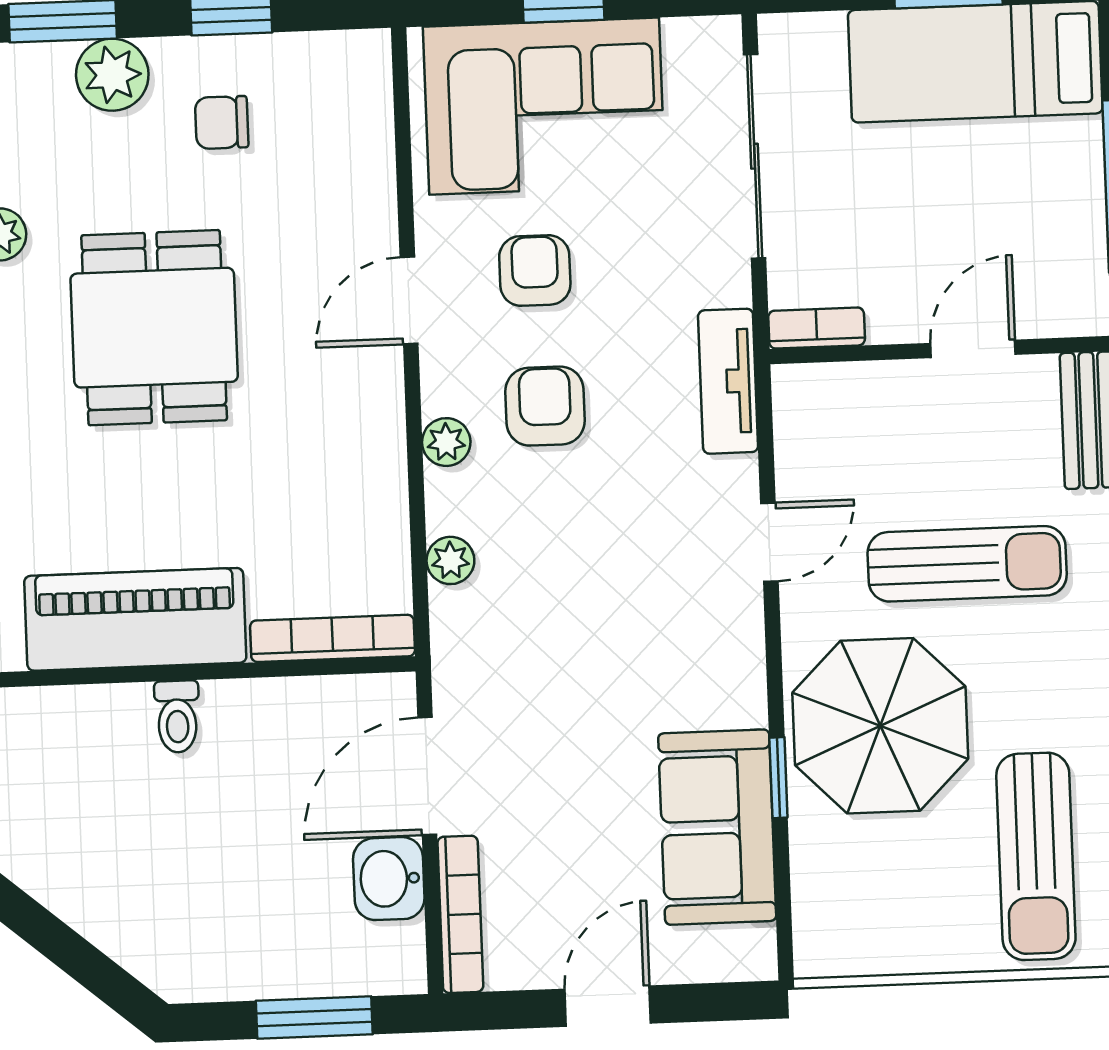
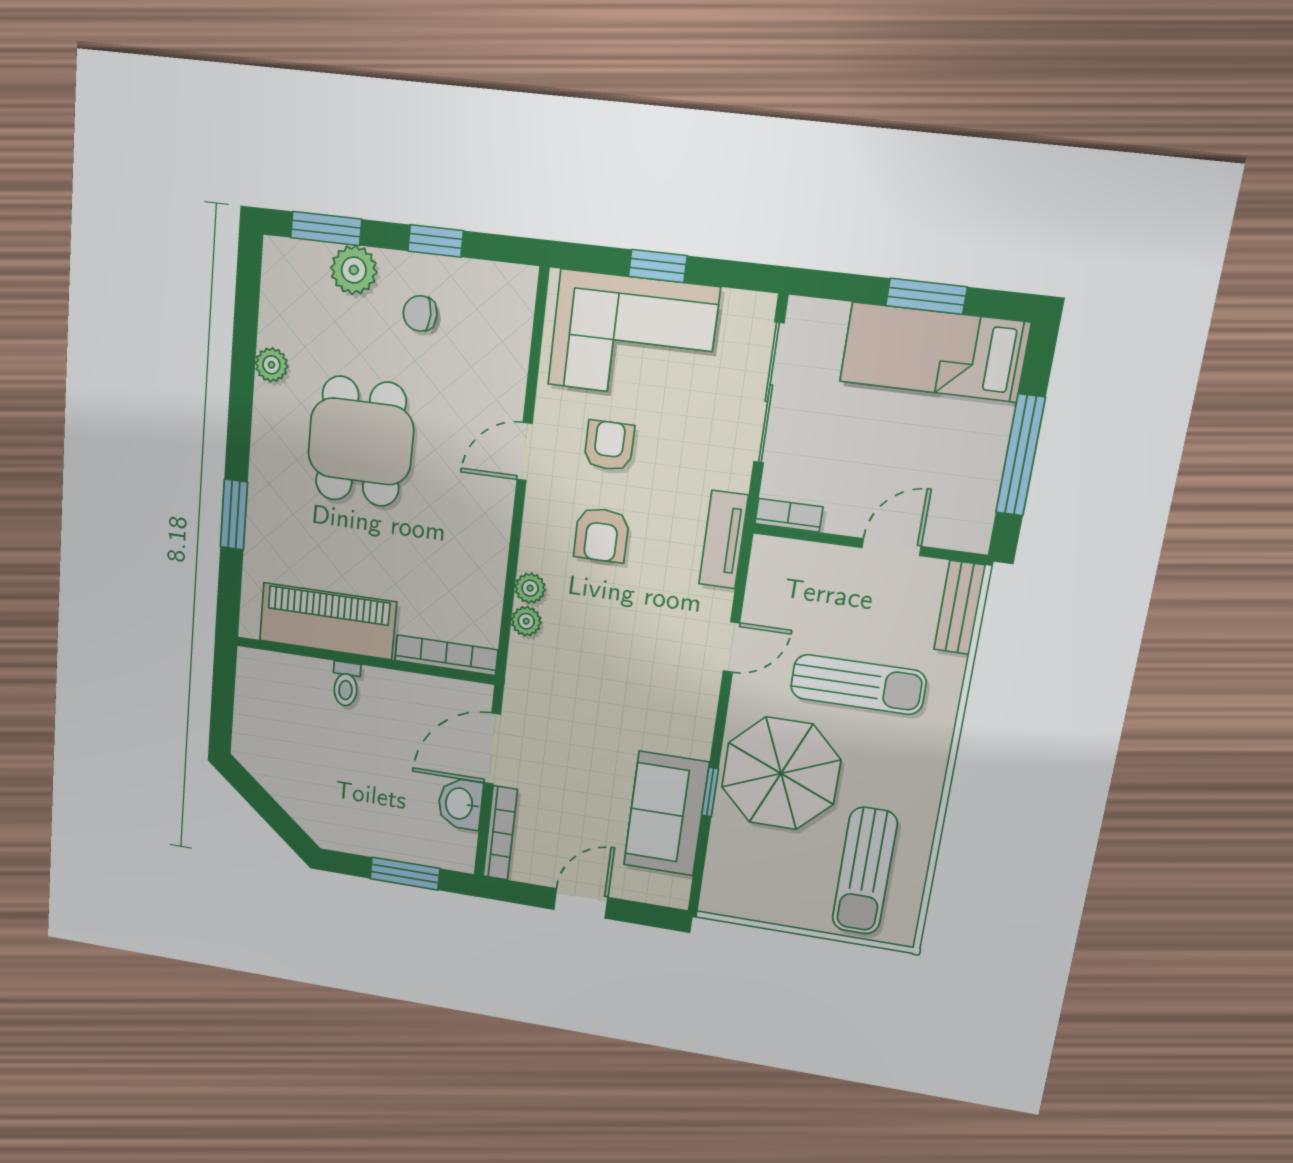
armchair: (545, 406) -> (601, 535), turned 180
plant: (446, 442) -> (530, 588), moved

